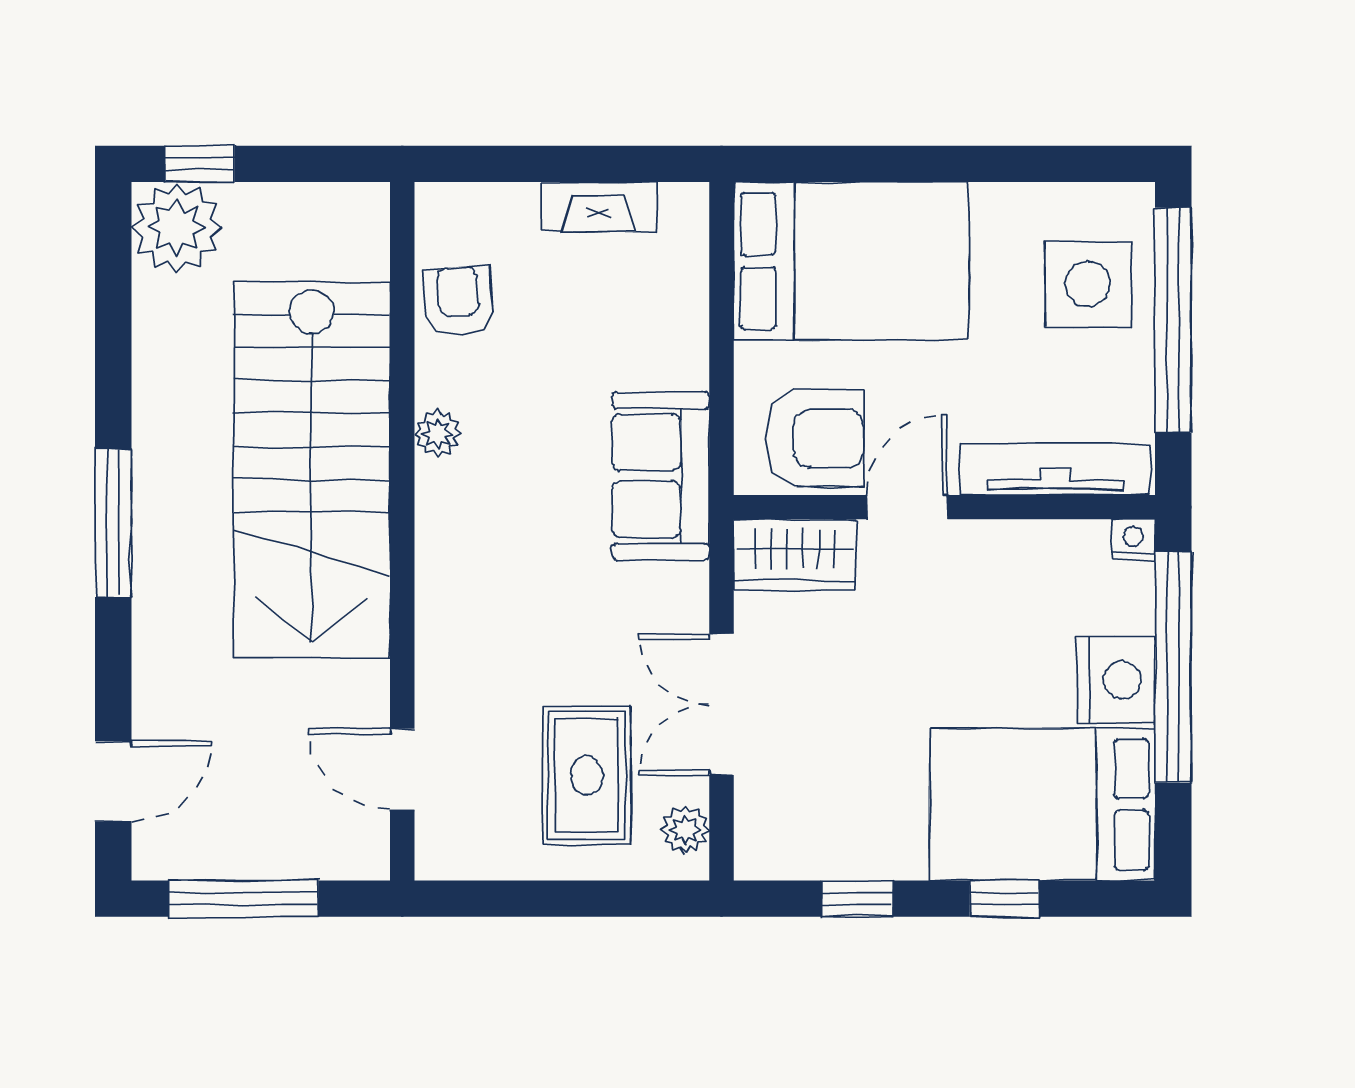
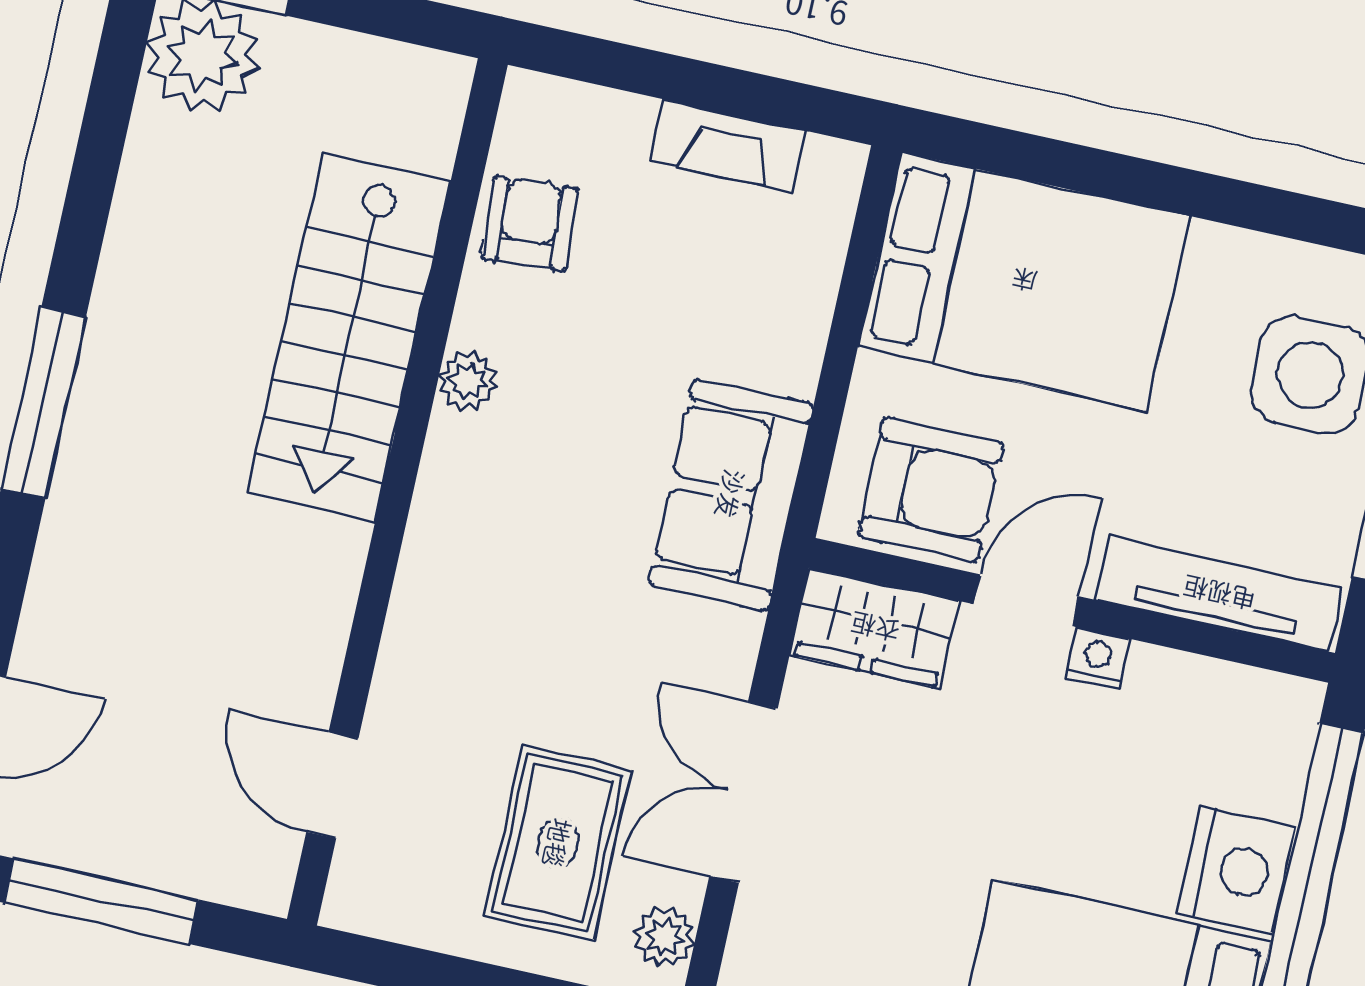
stairs: (312, 470) -> (349, 337), width x0.73, depth x0.66
nightstand: (1133, 540) -> (1097, 658), moved

